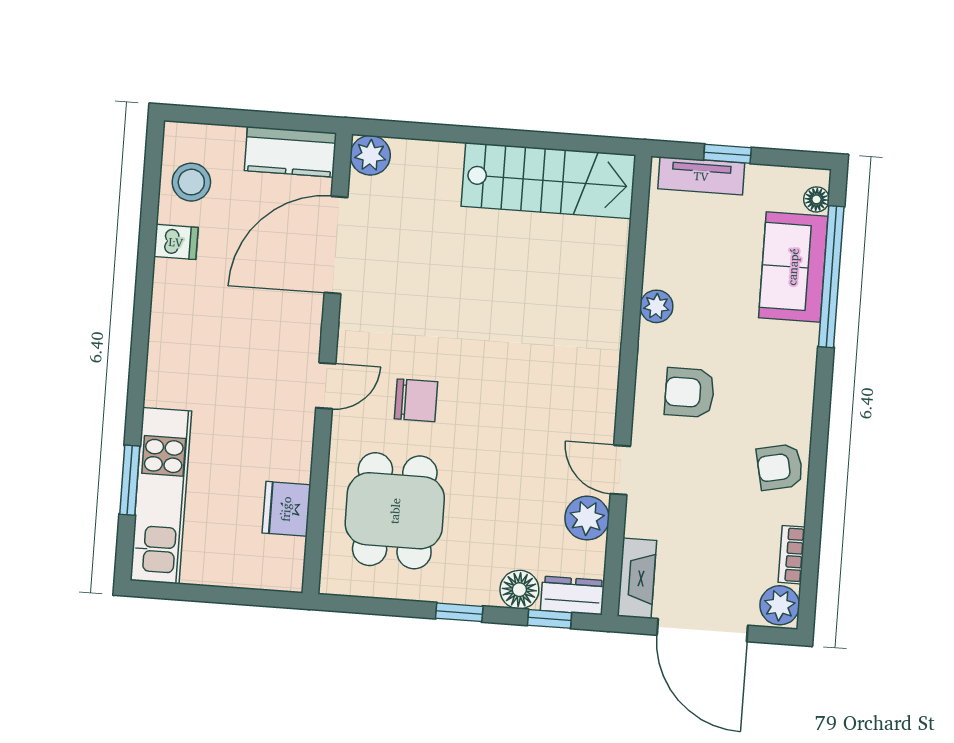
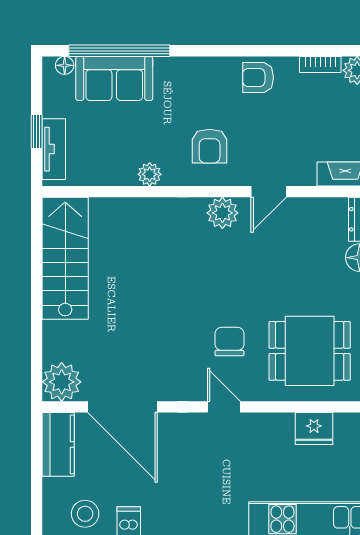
plant: (370, 155) -> (62, 382), width x1.36, depth x1.36
armchair: (780, 467) -> (258, 78), turned 102
plant: (587, 518) -> (222, 213), moved

